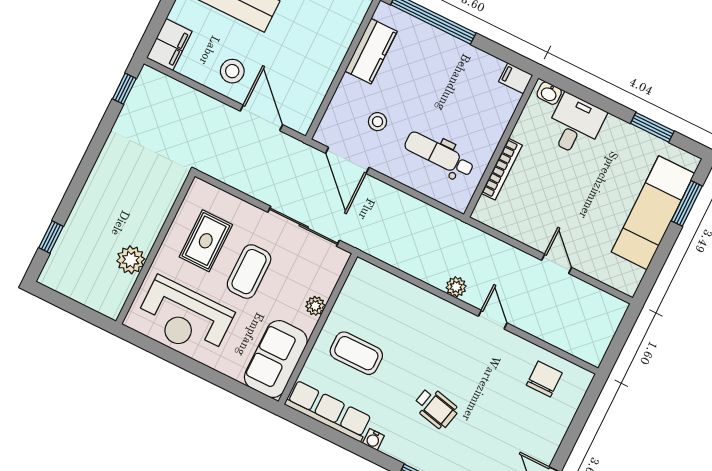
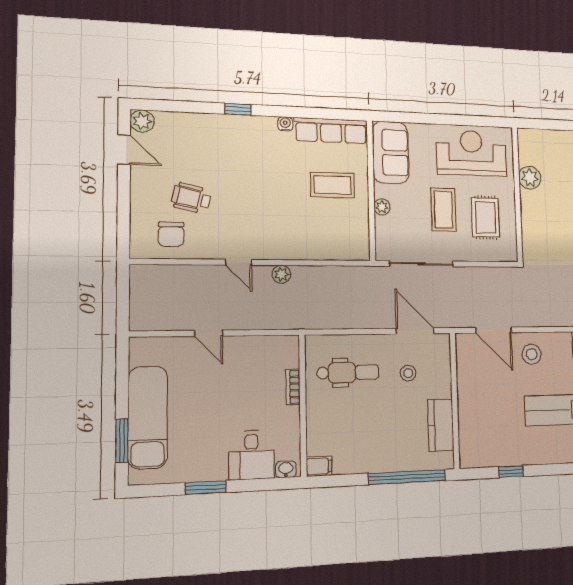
window: (652, 127) -> (206, 488), moved
bookcase: (502, 169) -> (293, 387), width x0.64
wheelchair: (436, 408) -> (191, 198), moved

